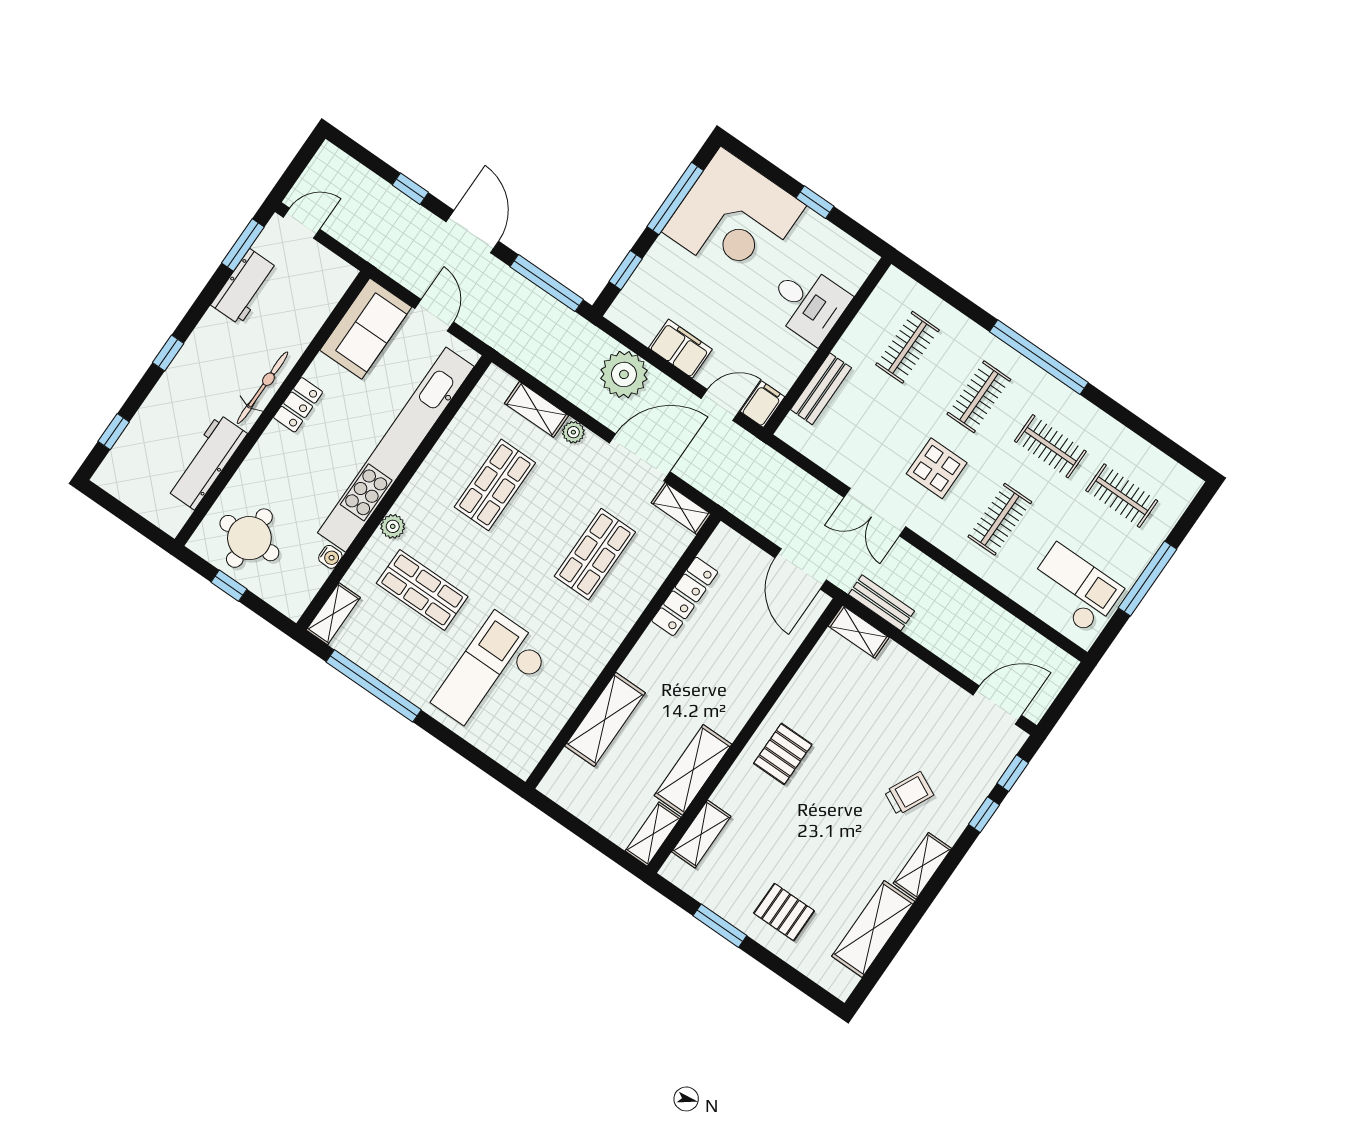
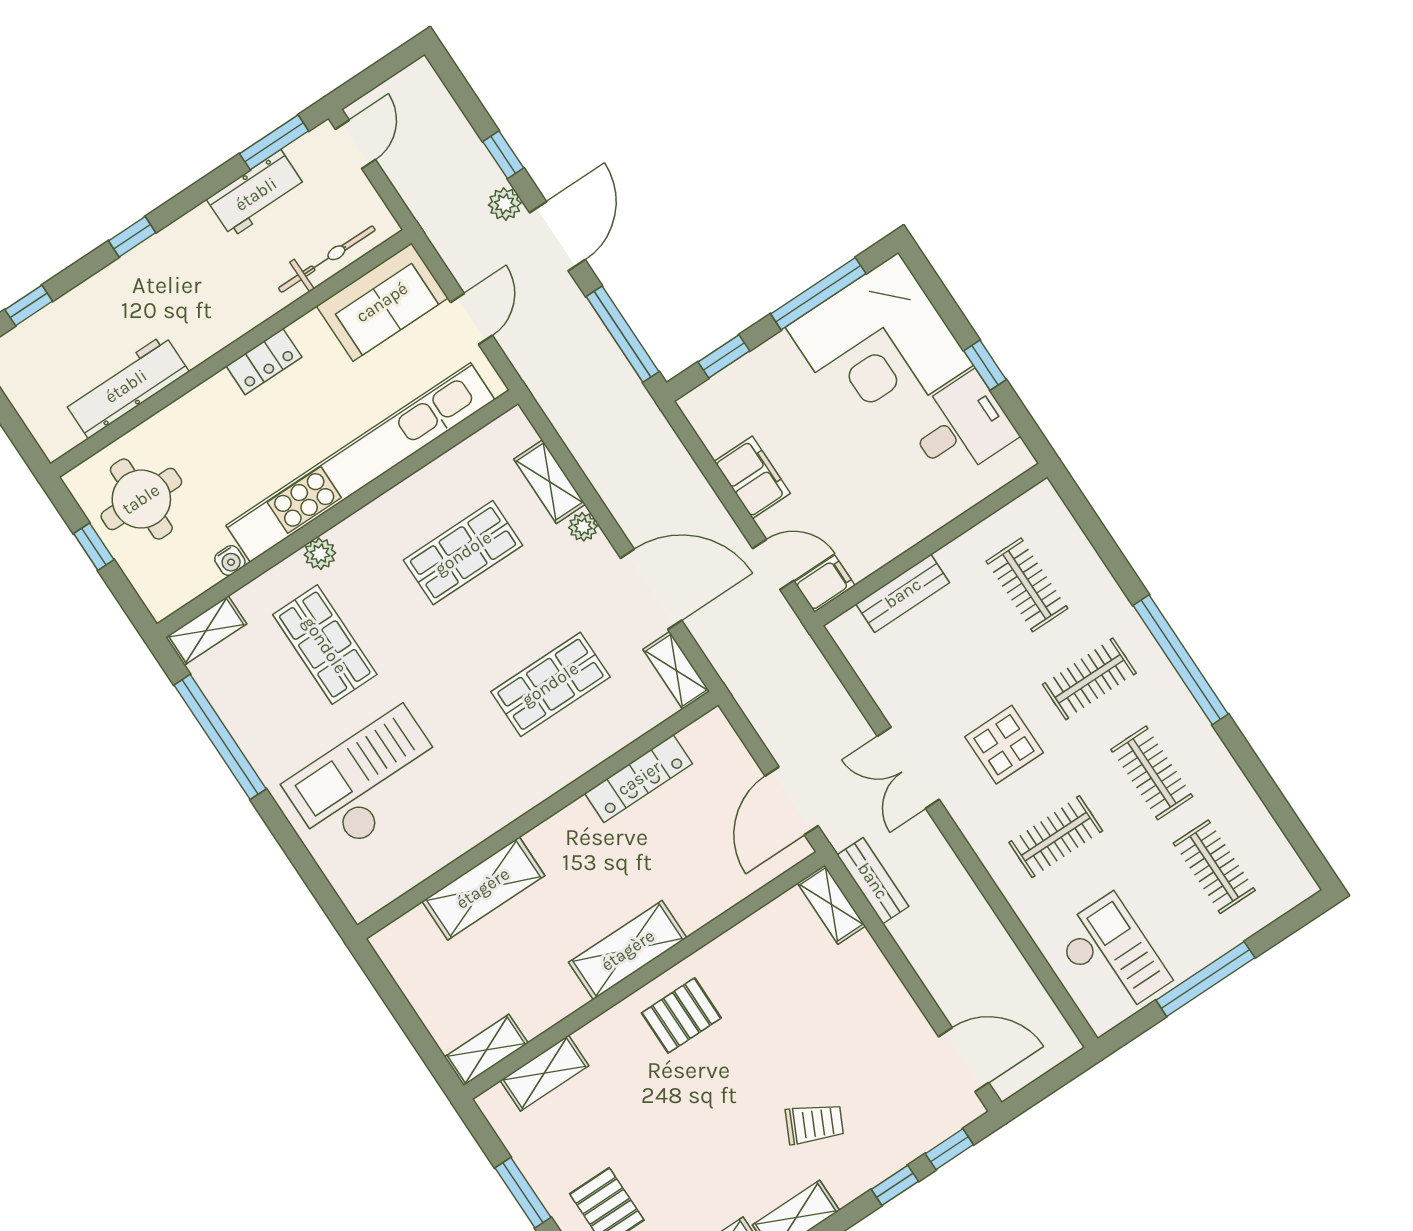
door: (302, 223) -> (355, 144), hinge flipped
desk: (808, 303) -> (961, 427), moved, turned -90
clothes rail: (908, 347) -> (1027, 585), turned 90
plant: (624, 374) -> (505, 204), moved, width x0.53, depth x0.53
bicycle: (262, 388) -> (327, 259), moved
shelving: (693, 770) -> (628, 950), moved

